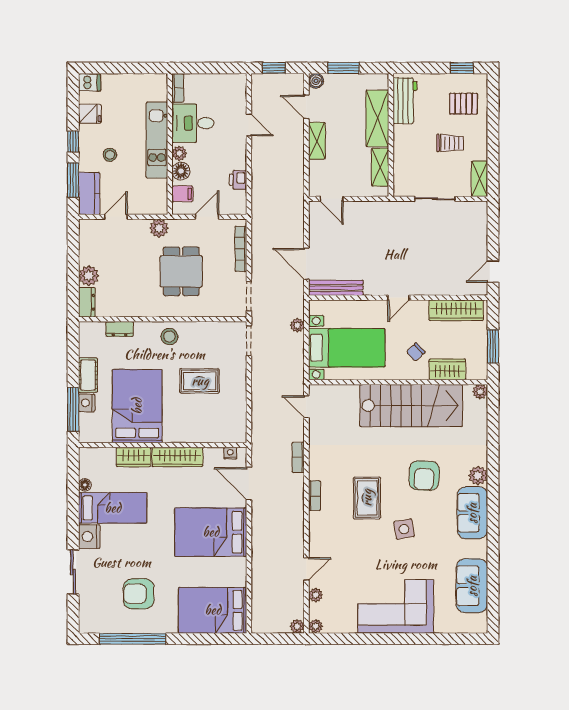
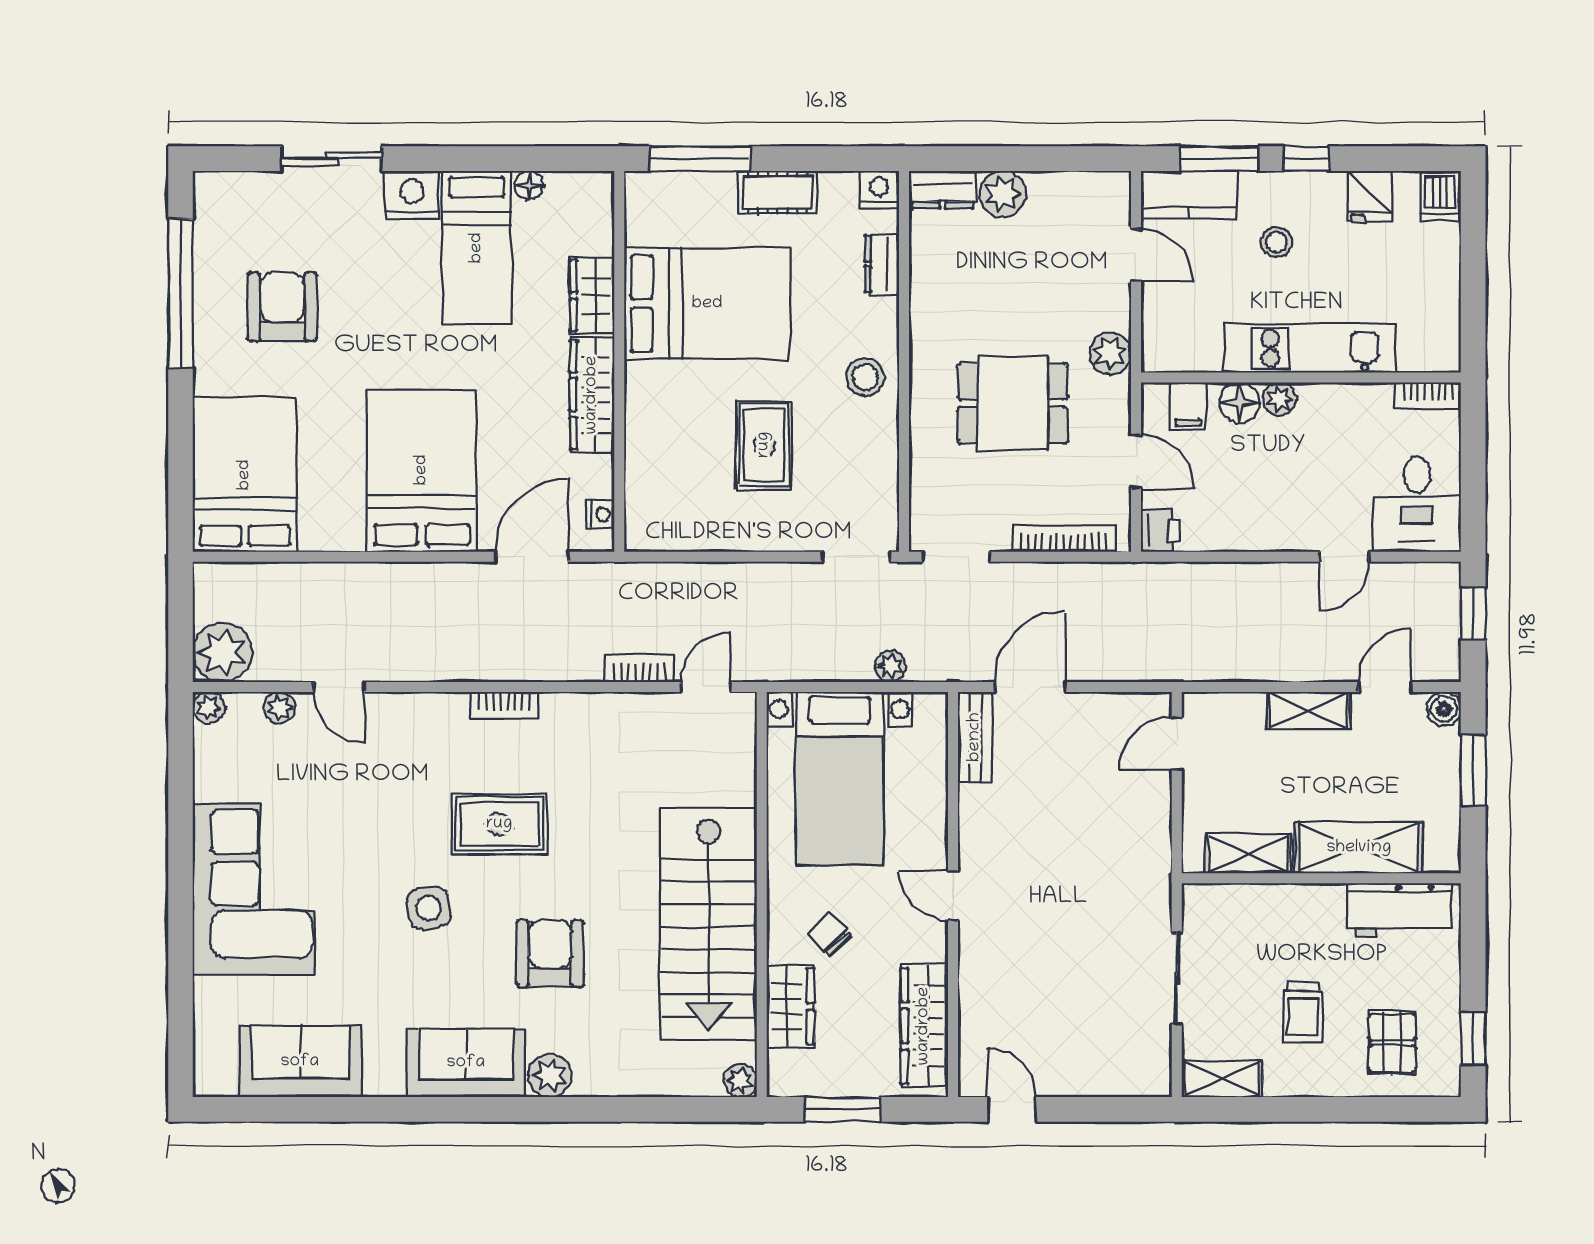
desk: (193, 123) -> (1417, 504), moved, turned 180
printer: (238, 180) -> (1160, 530), moved, turned 90
bench: (336, 288) -> (975, 737), width x0.73
nightstand: (87, 403) -> (879, 189), moved
bookcase: (298, 457) -> (640, 668), moved
armchair: (424, 476) -> (550, 953), turned 87
plant: (297, 626) -> (222, 652), width x1.87, depth x1.87

